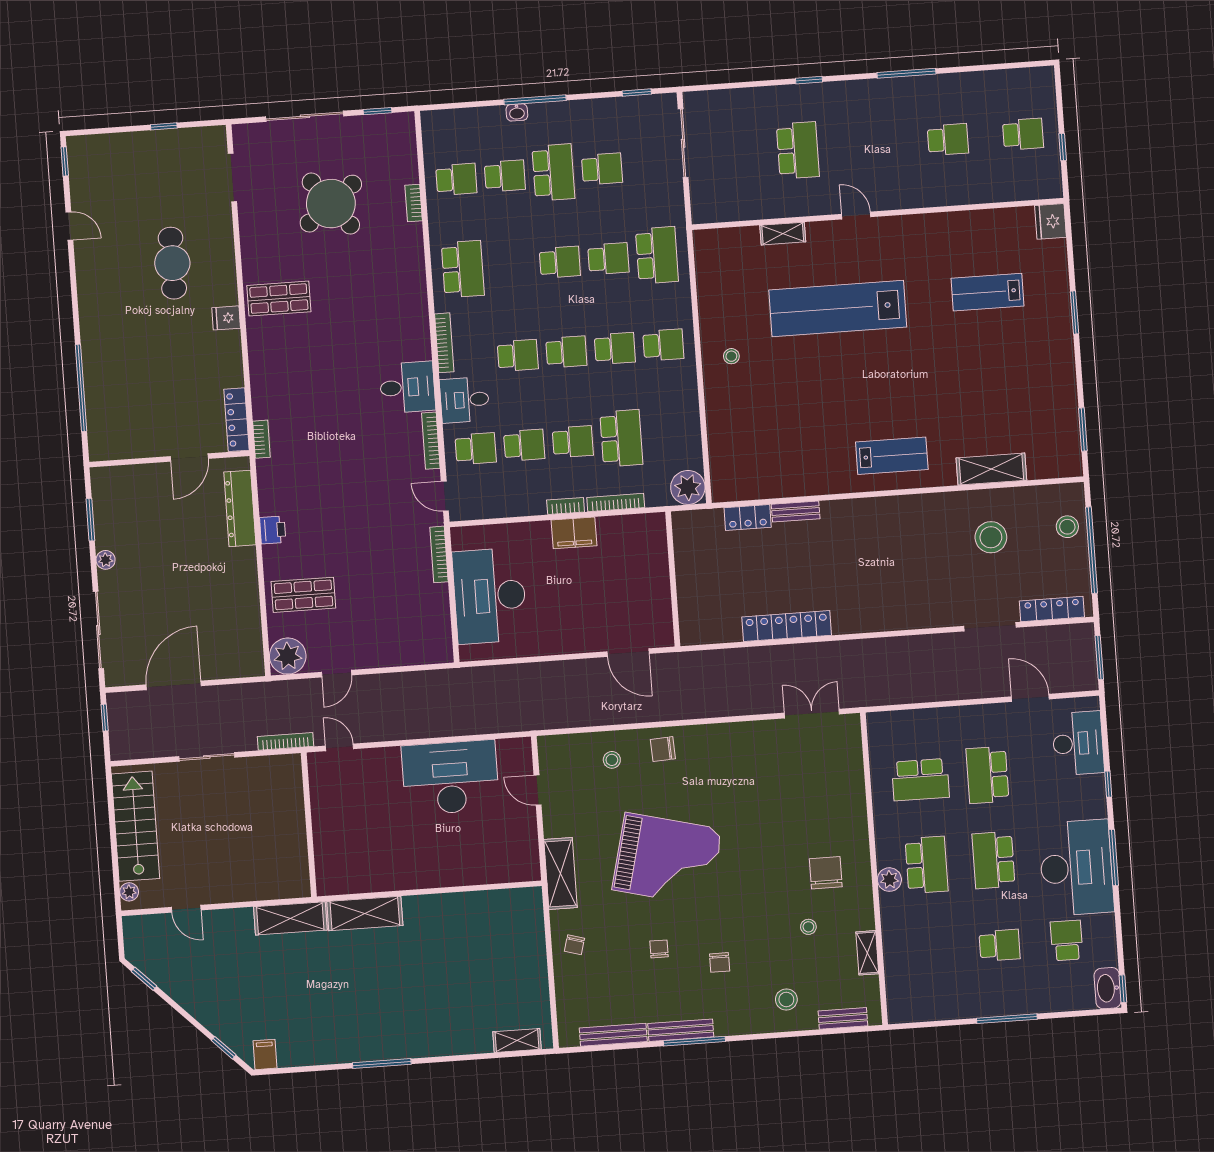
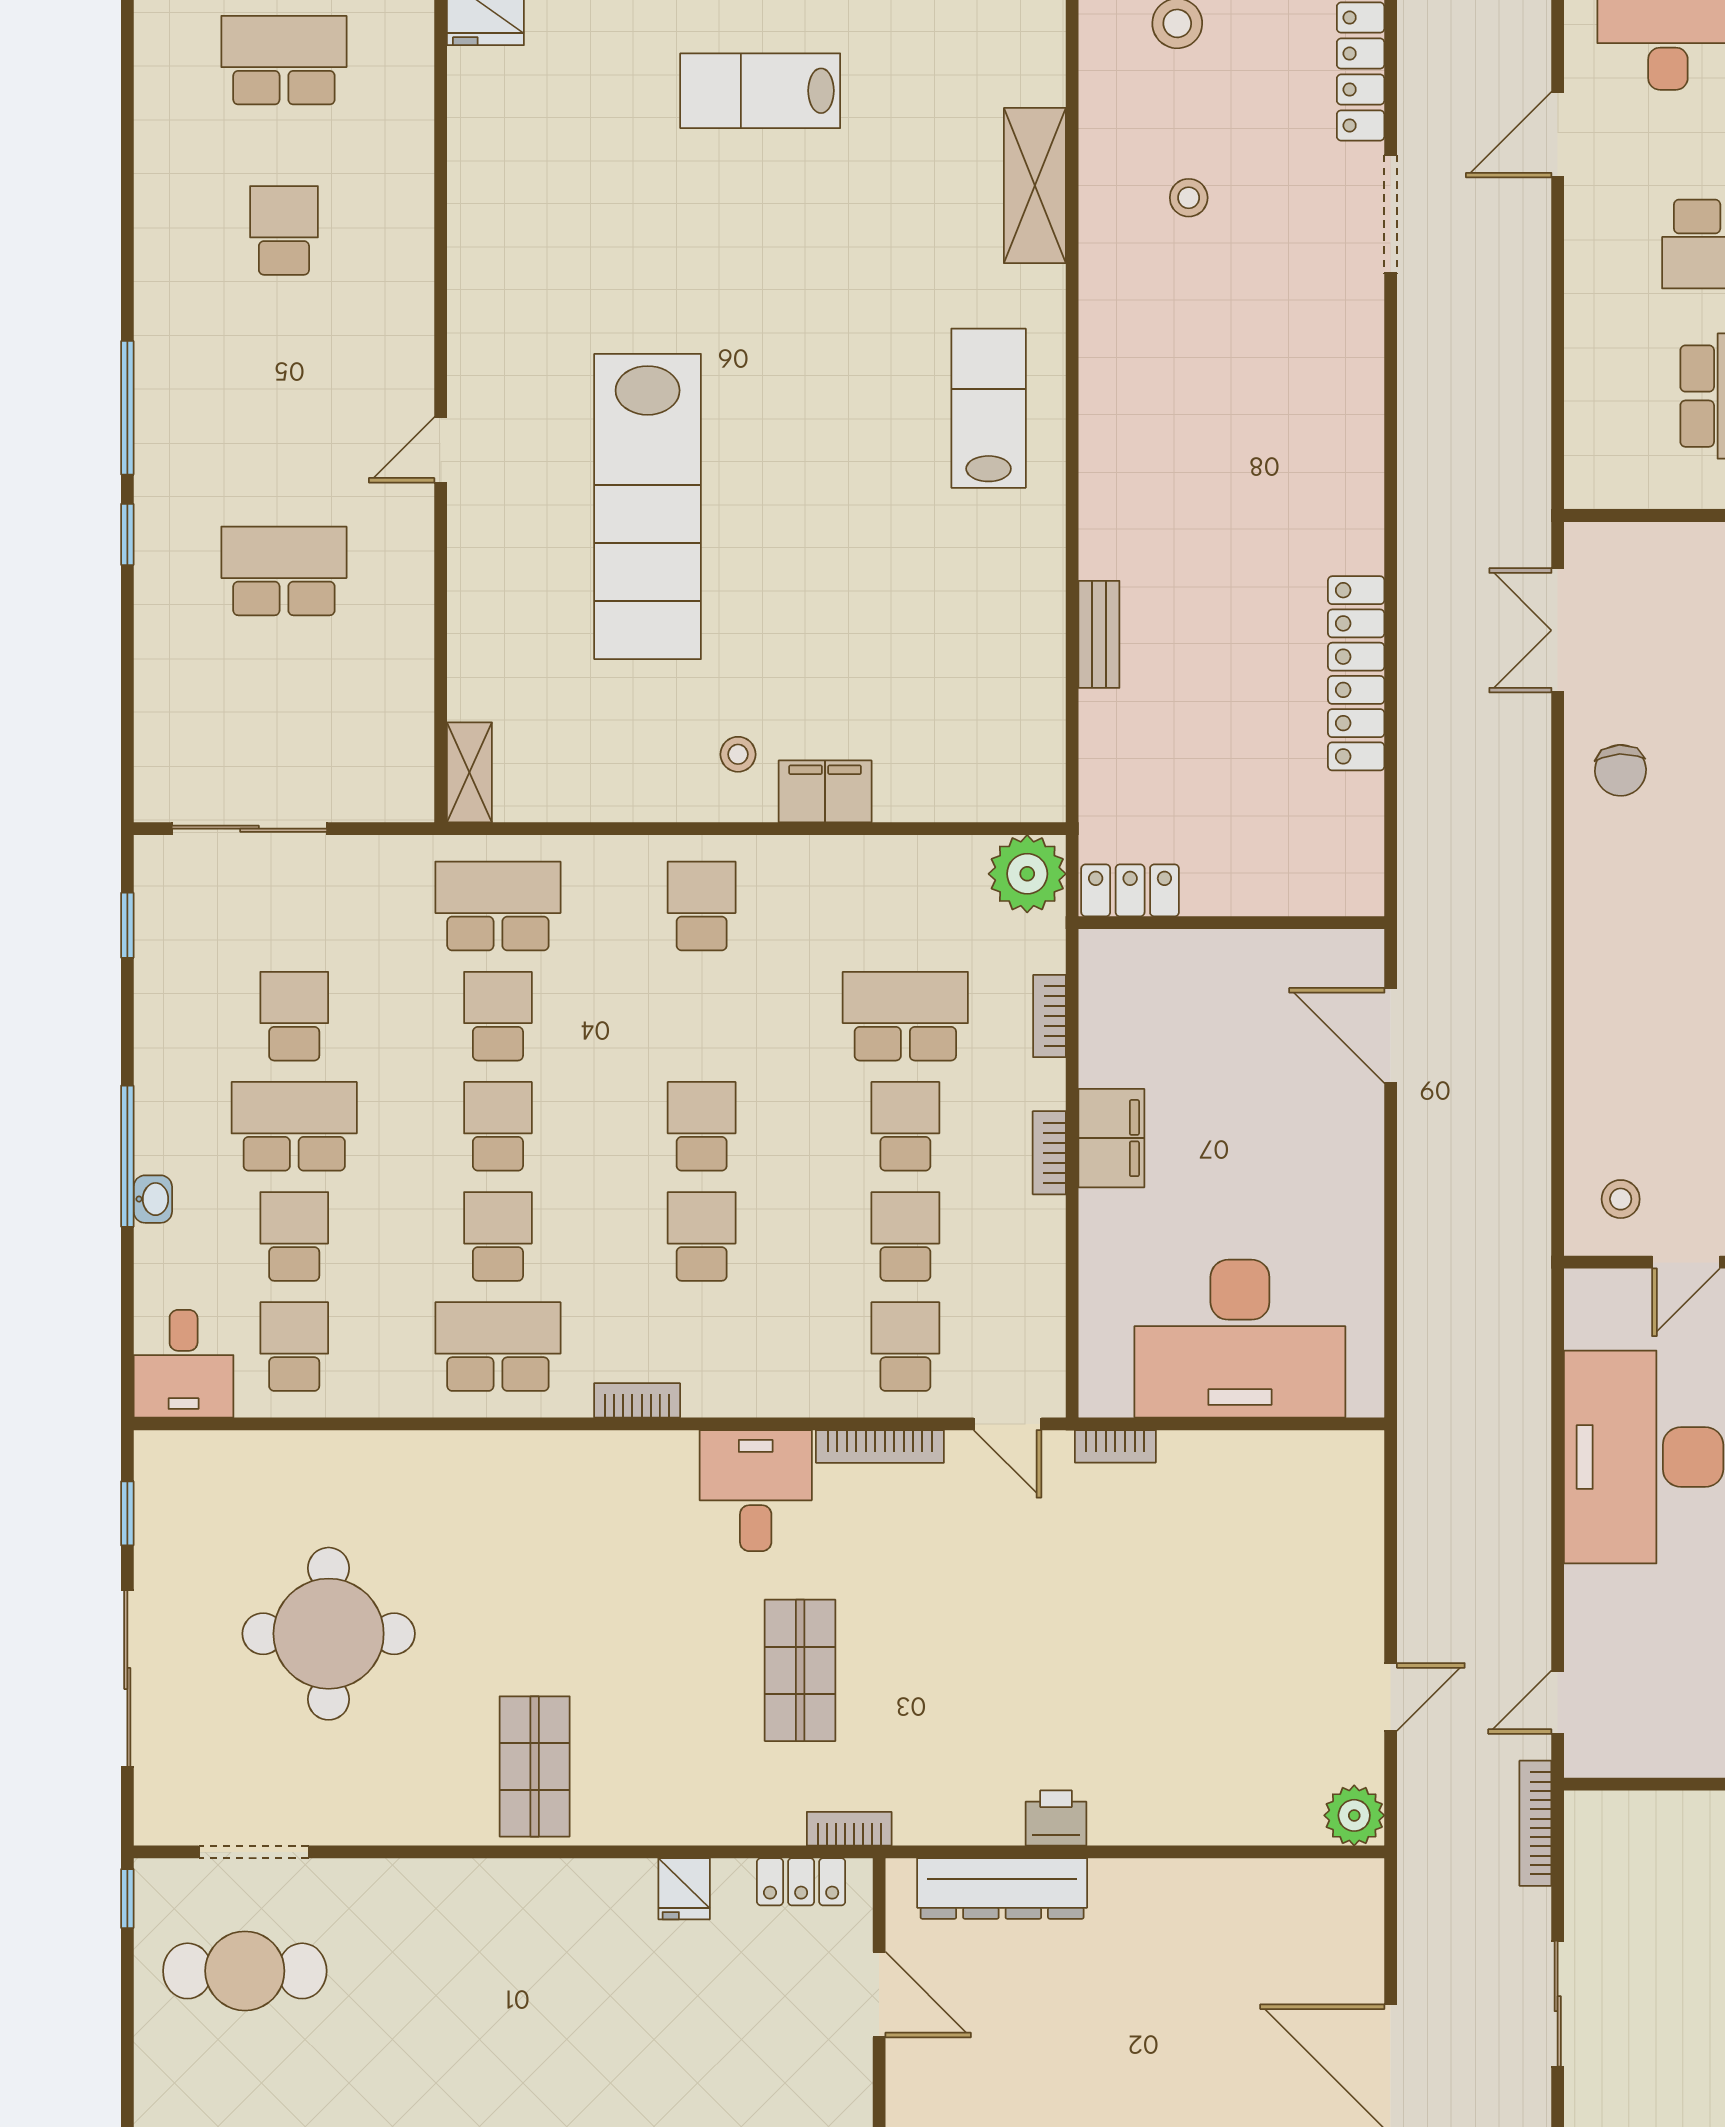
window: (906, 73) -> (127, 408), moved
window: (164, 126) -> (127, 1899), moved
school desk: (1023, 134) -> (284, 60), width x1.85
bookcase: (414, 203) -> (341, 1447), removed
round table: (331, 204) -> (329, 1634), turned 38
shelving: (783, 234) -> (469, 772), moved
cafe table: (172, 263) -> (245, 1971), moved
lab bench: (988, 292) -> (760, 91), moved, turned 90
fridge: (226, 318) -> (684, 1889), moved
bookcase: (444, 343) -> (637, 1400), width x0.64
school desk: (615, 348) -> (498, 1236), moved
filing cabinet: (718, 396) -> (825, 791), added
desk: (465, 400) -> (184, 1364), moved
locker: (237, 420) -> (801, 1882), width x0.66
door: (445, 496) -> (1007, 1424), hinge flipped
bookcase: (616, 502) -> (1049, 1016), width x0.64
locker: (748, 517) -> (1130, 890), moved, turned -90
stool: (991, 537) -> (1189, 198), width x0.53, depth x0.53
bookcase: (439, 554) -> (1115, 1446), width x0.64
shop shelf: (303, 595) -> (800, 1670), moved
door: (628, 653) -> (1391, 1036), swing flipped
plant: (288, 656) -> (1354, 1815), width x0.73, depth x0.73
door: (337, 674) -> (1391, 1697), hinge flipped
chair: (663, 749) -> (1620, 770), moved
stool: (612, 760) -> (1621, 1199), moved

